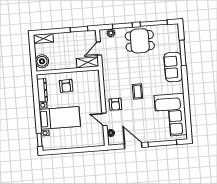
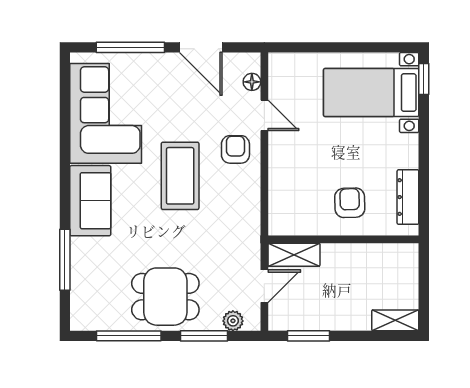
boiler: (42, 61) -> (403, 266), removed
sofa: (173, 67) -> (90, 201), moved
coffee table: (138, 92) -> (180, 176), width x1.86, depth x1.72
bed with nightstands: (60, 118) -> (371, 92), moved

